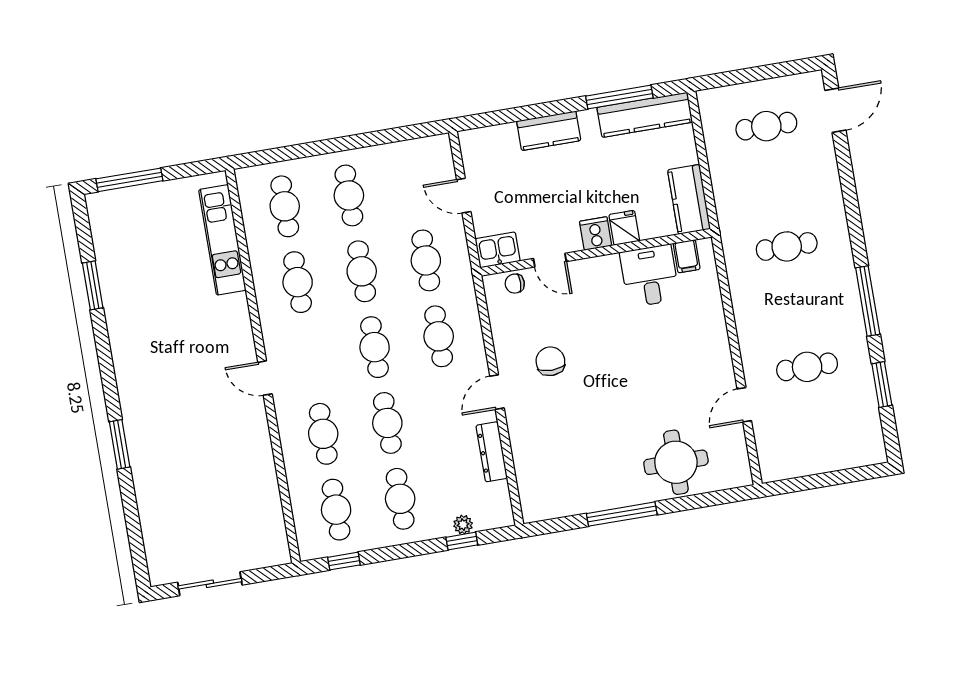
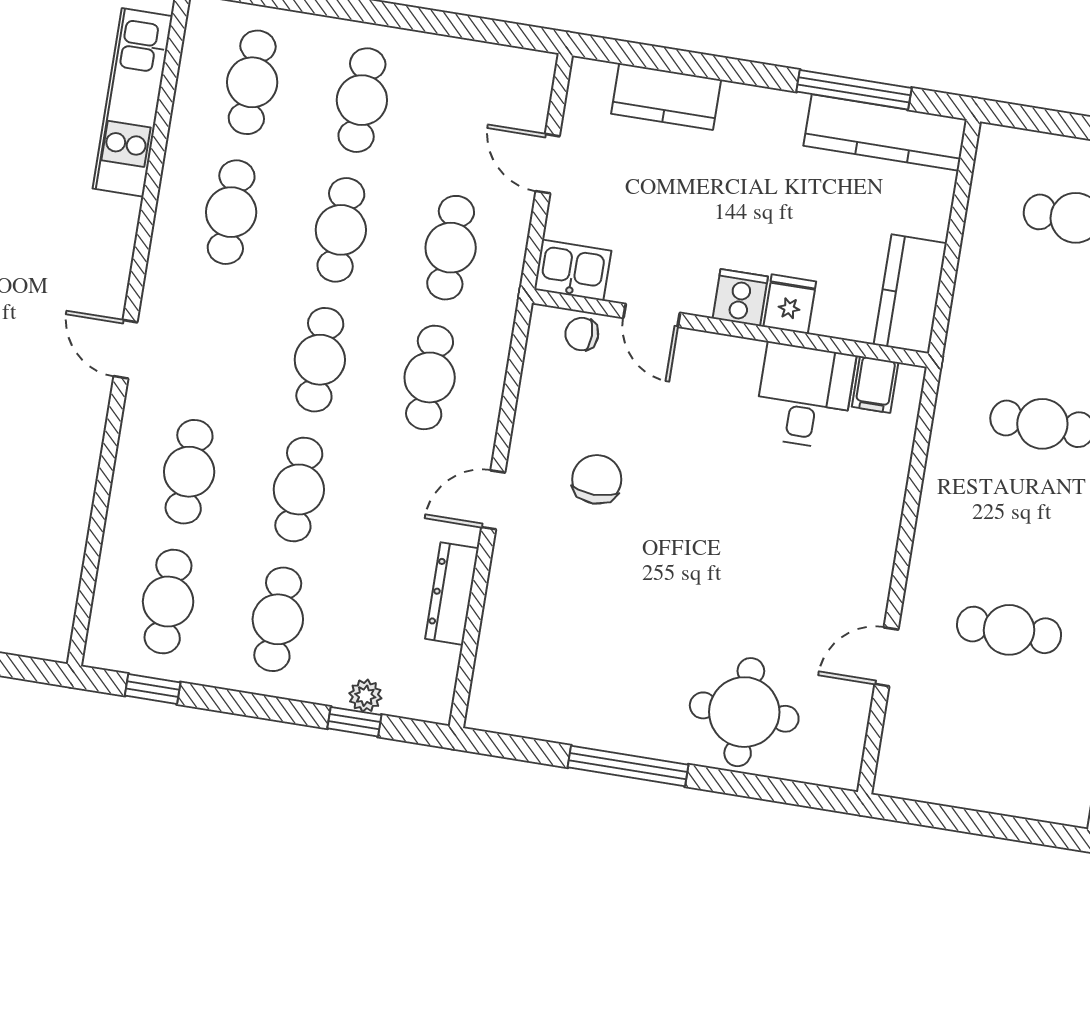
kitchen counter: (549, 131) -> (666, 97), moved

